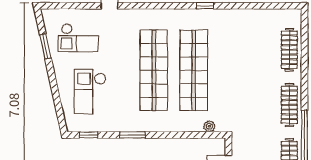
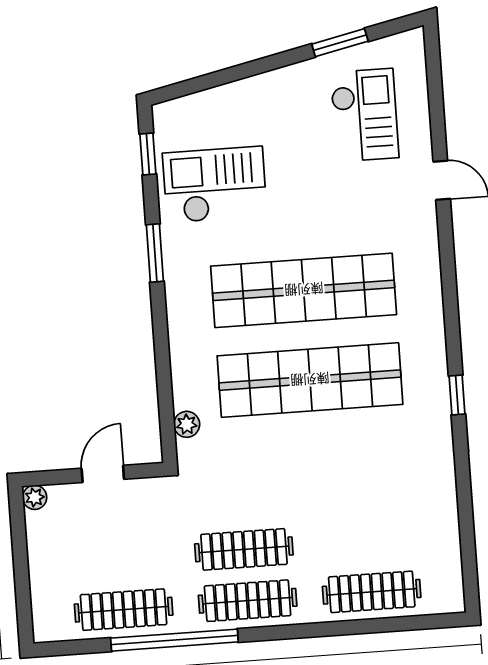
checkout: (78, 38) -> (365, 115), turned 180
checkout: (90, 92) -> (215, 185), moved
clothes rail: (266, 105) -> (244, 549), added

